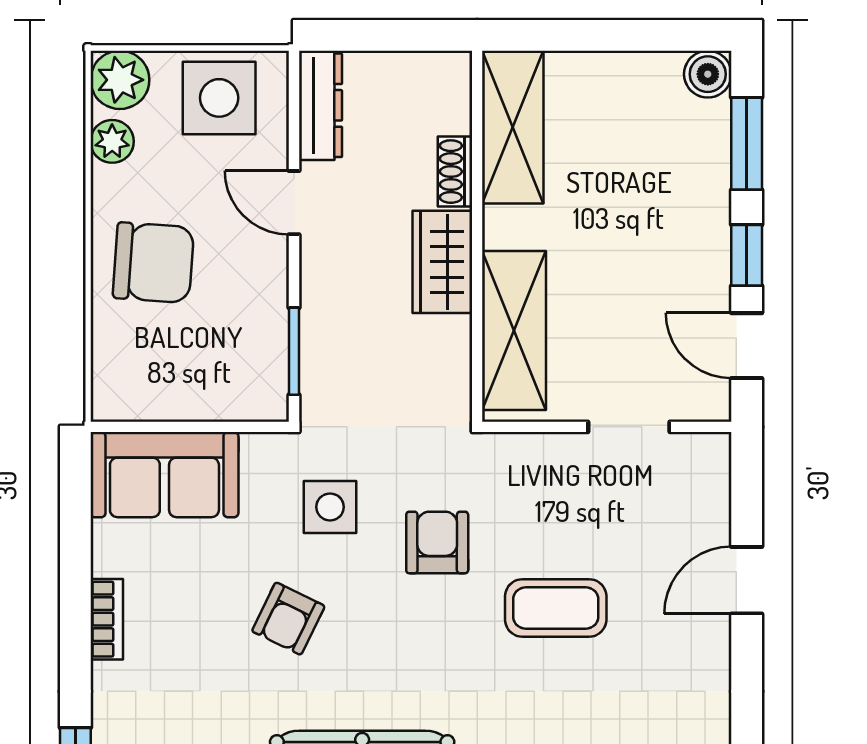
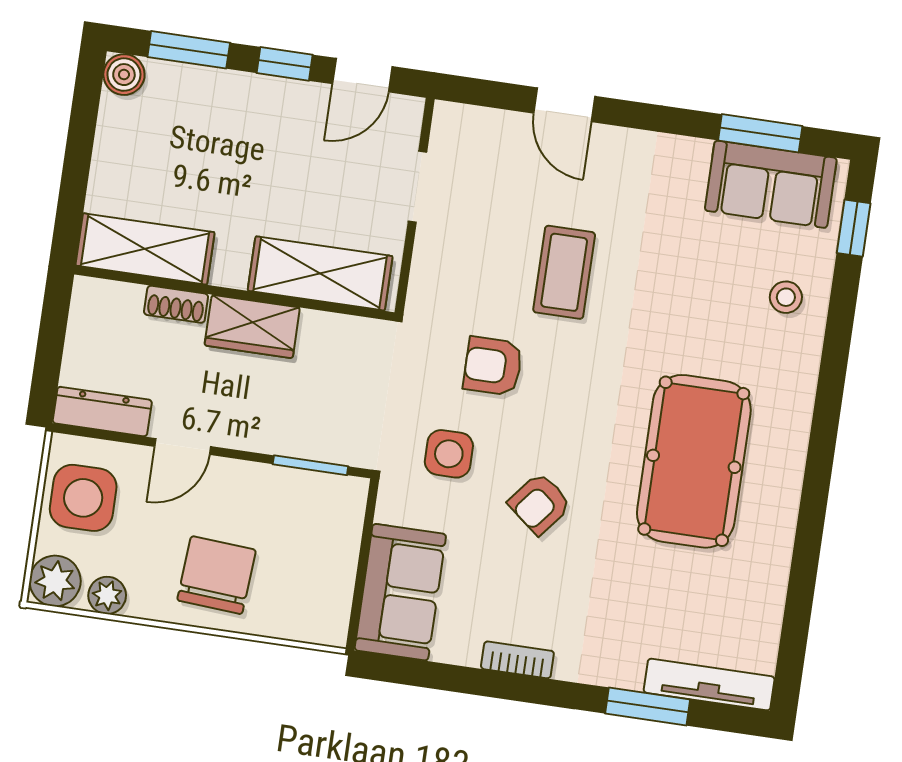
armchair: (288, 619) -> (540, 504), turned 103

